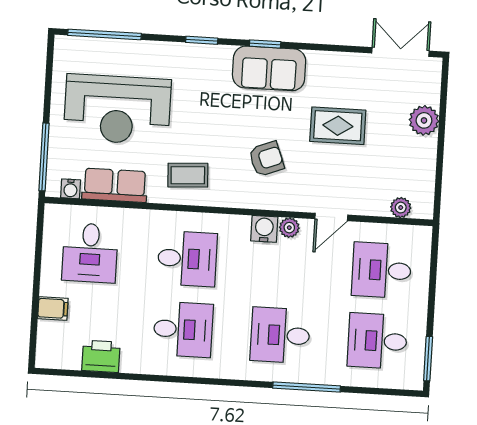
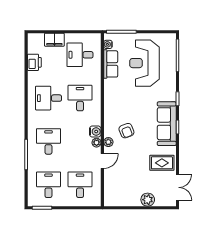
sofa: (269, 68) -> (167, 124), width x1.36
rug: (338, 126) -> (162, 163), moved, turned 90
coffee table: (188, 175) -> (117, 96), removed
plant: (401, 208) -> (108, 142), moved
door: (331, 217) -> (102, 161), swing flipped
desk: (187, 259) -> (80, 98), turned 180
filing cabinet: (53, 308) -> (54, 40), width x2.00
desk: (183, 329) -> (48, 98), turned 90

